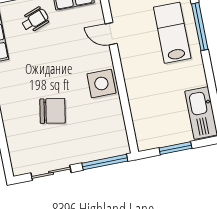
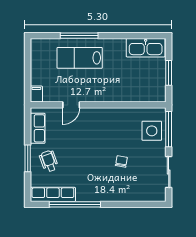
side table: (101, 84) -> (152, 131), moved
chair: (53, 111) -> (121, 161), width x0.54, depth x0.54

